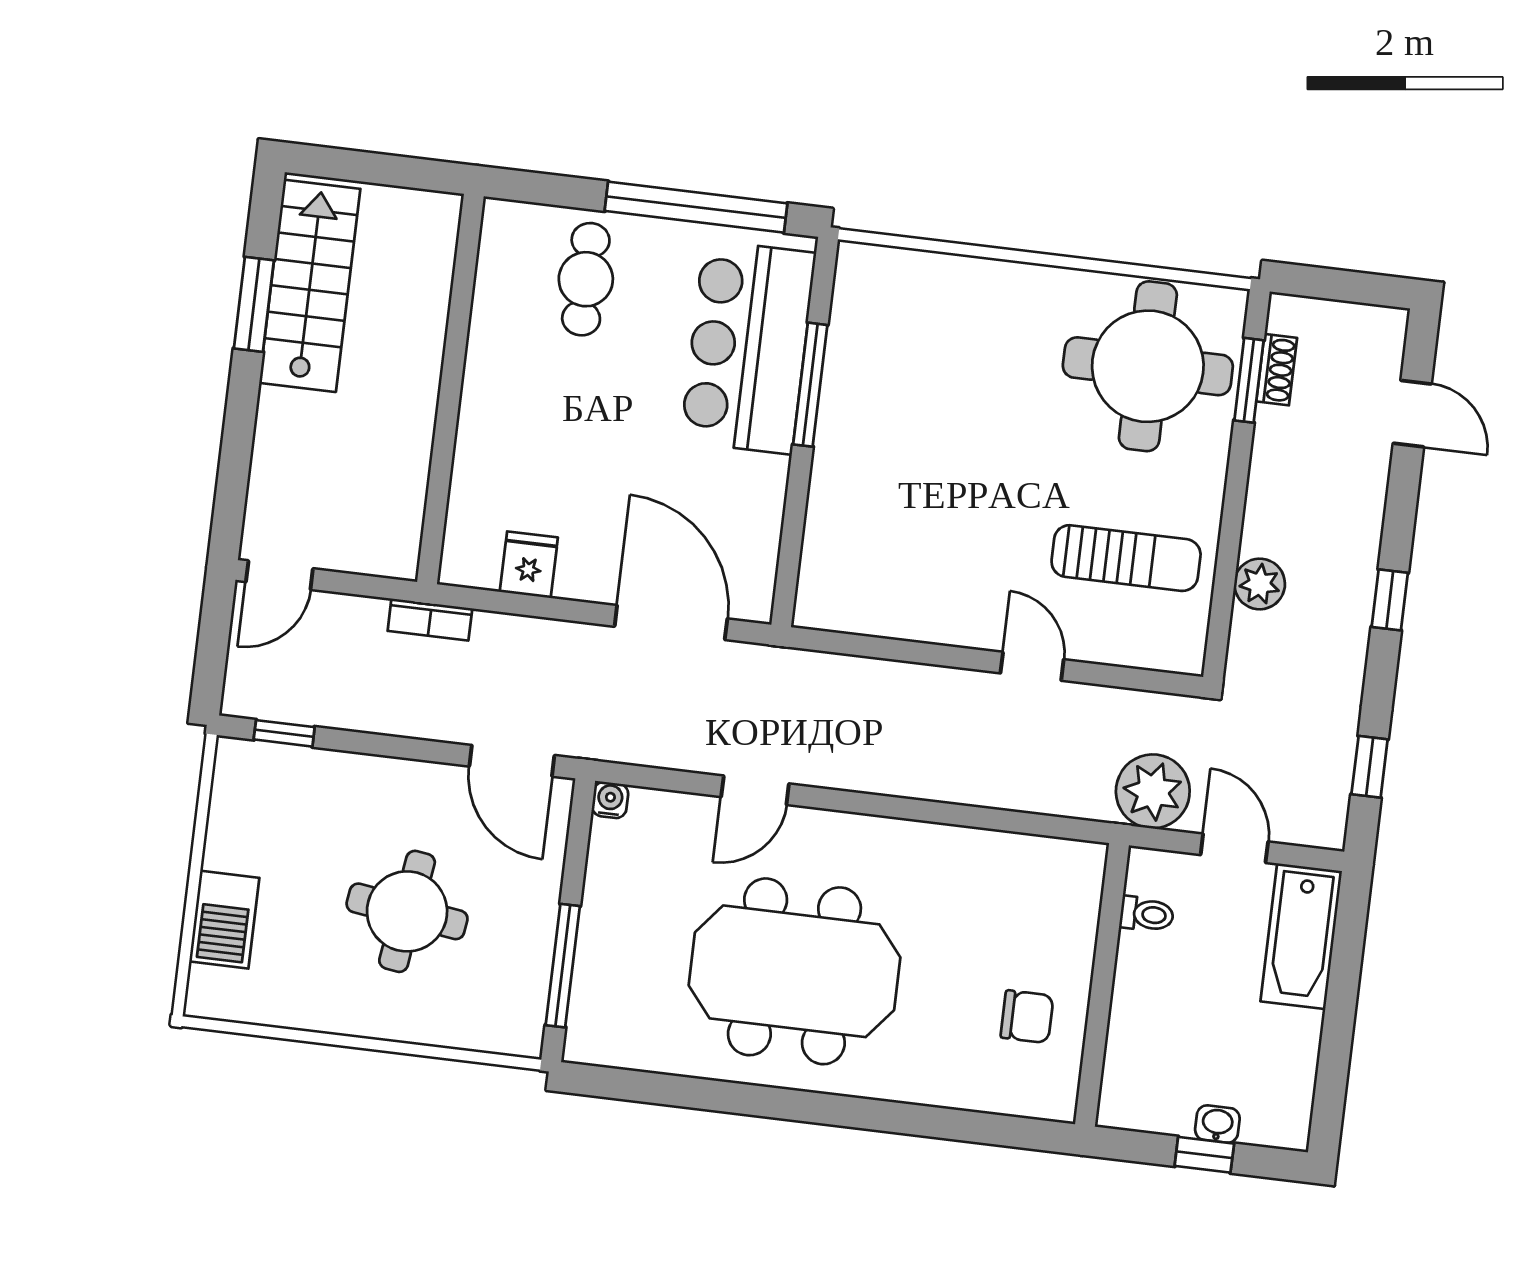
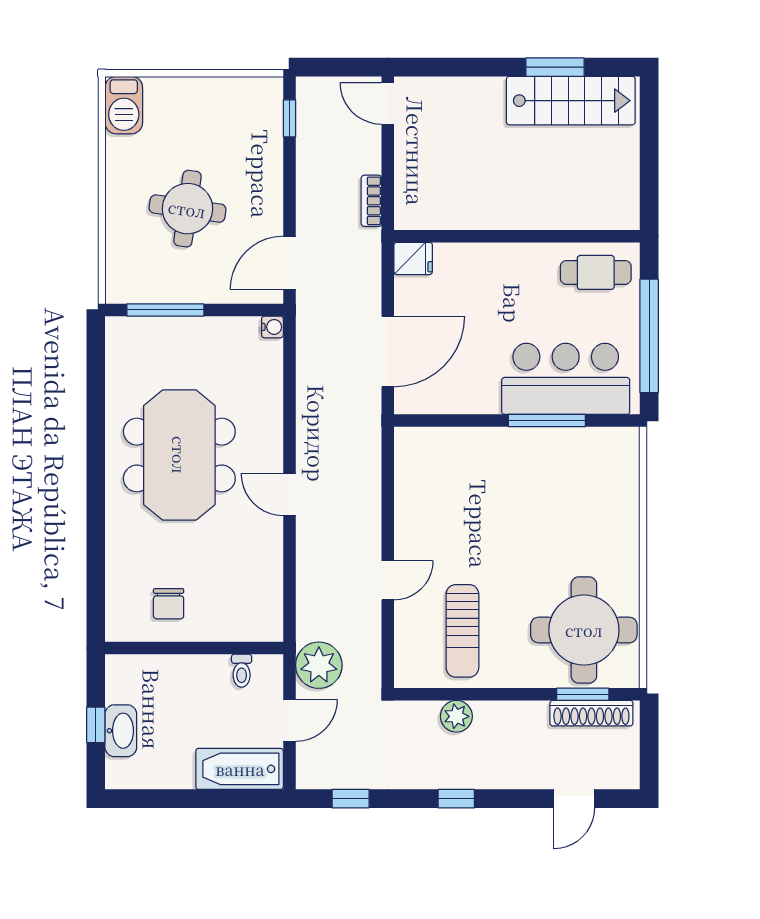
shoe rack: (1277, 370) -> (591, 713), width x1.94, depth x1.24
wall: (450, 389) -> (517, 236), moved
door: (755, 790) -> (289, 495), moved
barbecue: (224, 920) -> (124, 105), moved, turned -90
washbasin: (1217, 1124) -> (121, 731), width x1.91, depth x1.45

